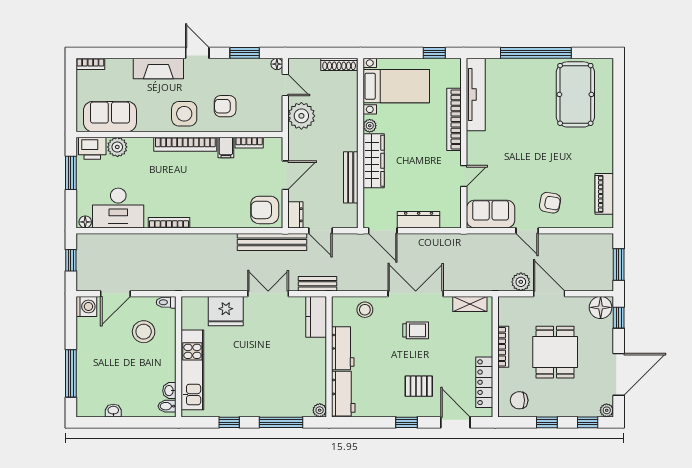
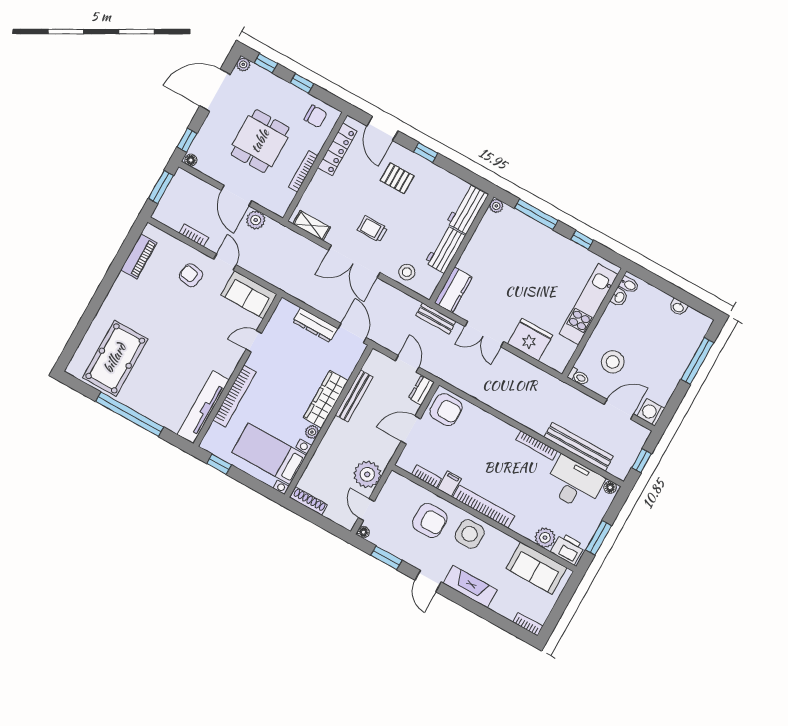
armchair: (225, 106) -> (430, 521), width x1.38, depth x1.38
bookcase: (567, 239) -> (194, 235), added
bench: (272, 242) -> (579, 447), moved
floor lamp: (601, 307) -> (191, 160), width x0.53, depth x0.53

